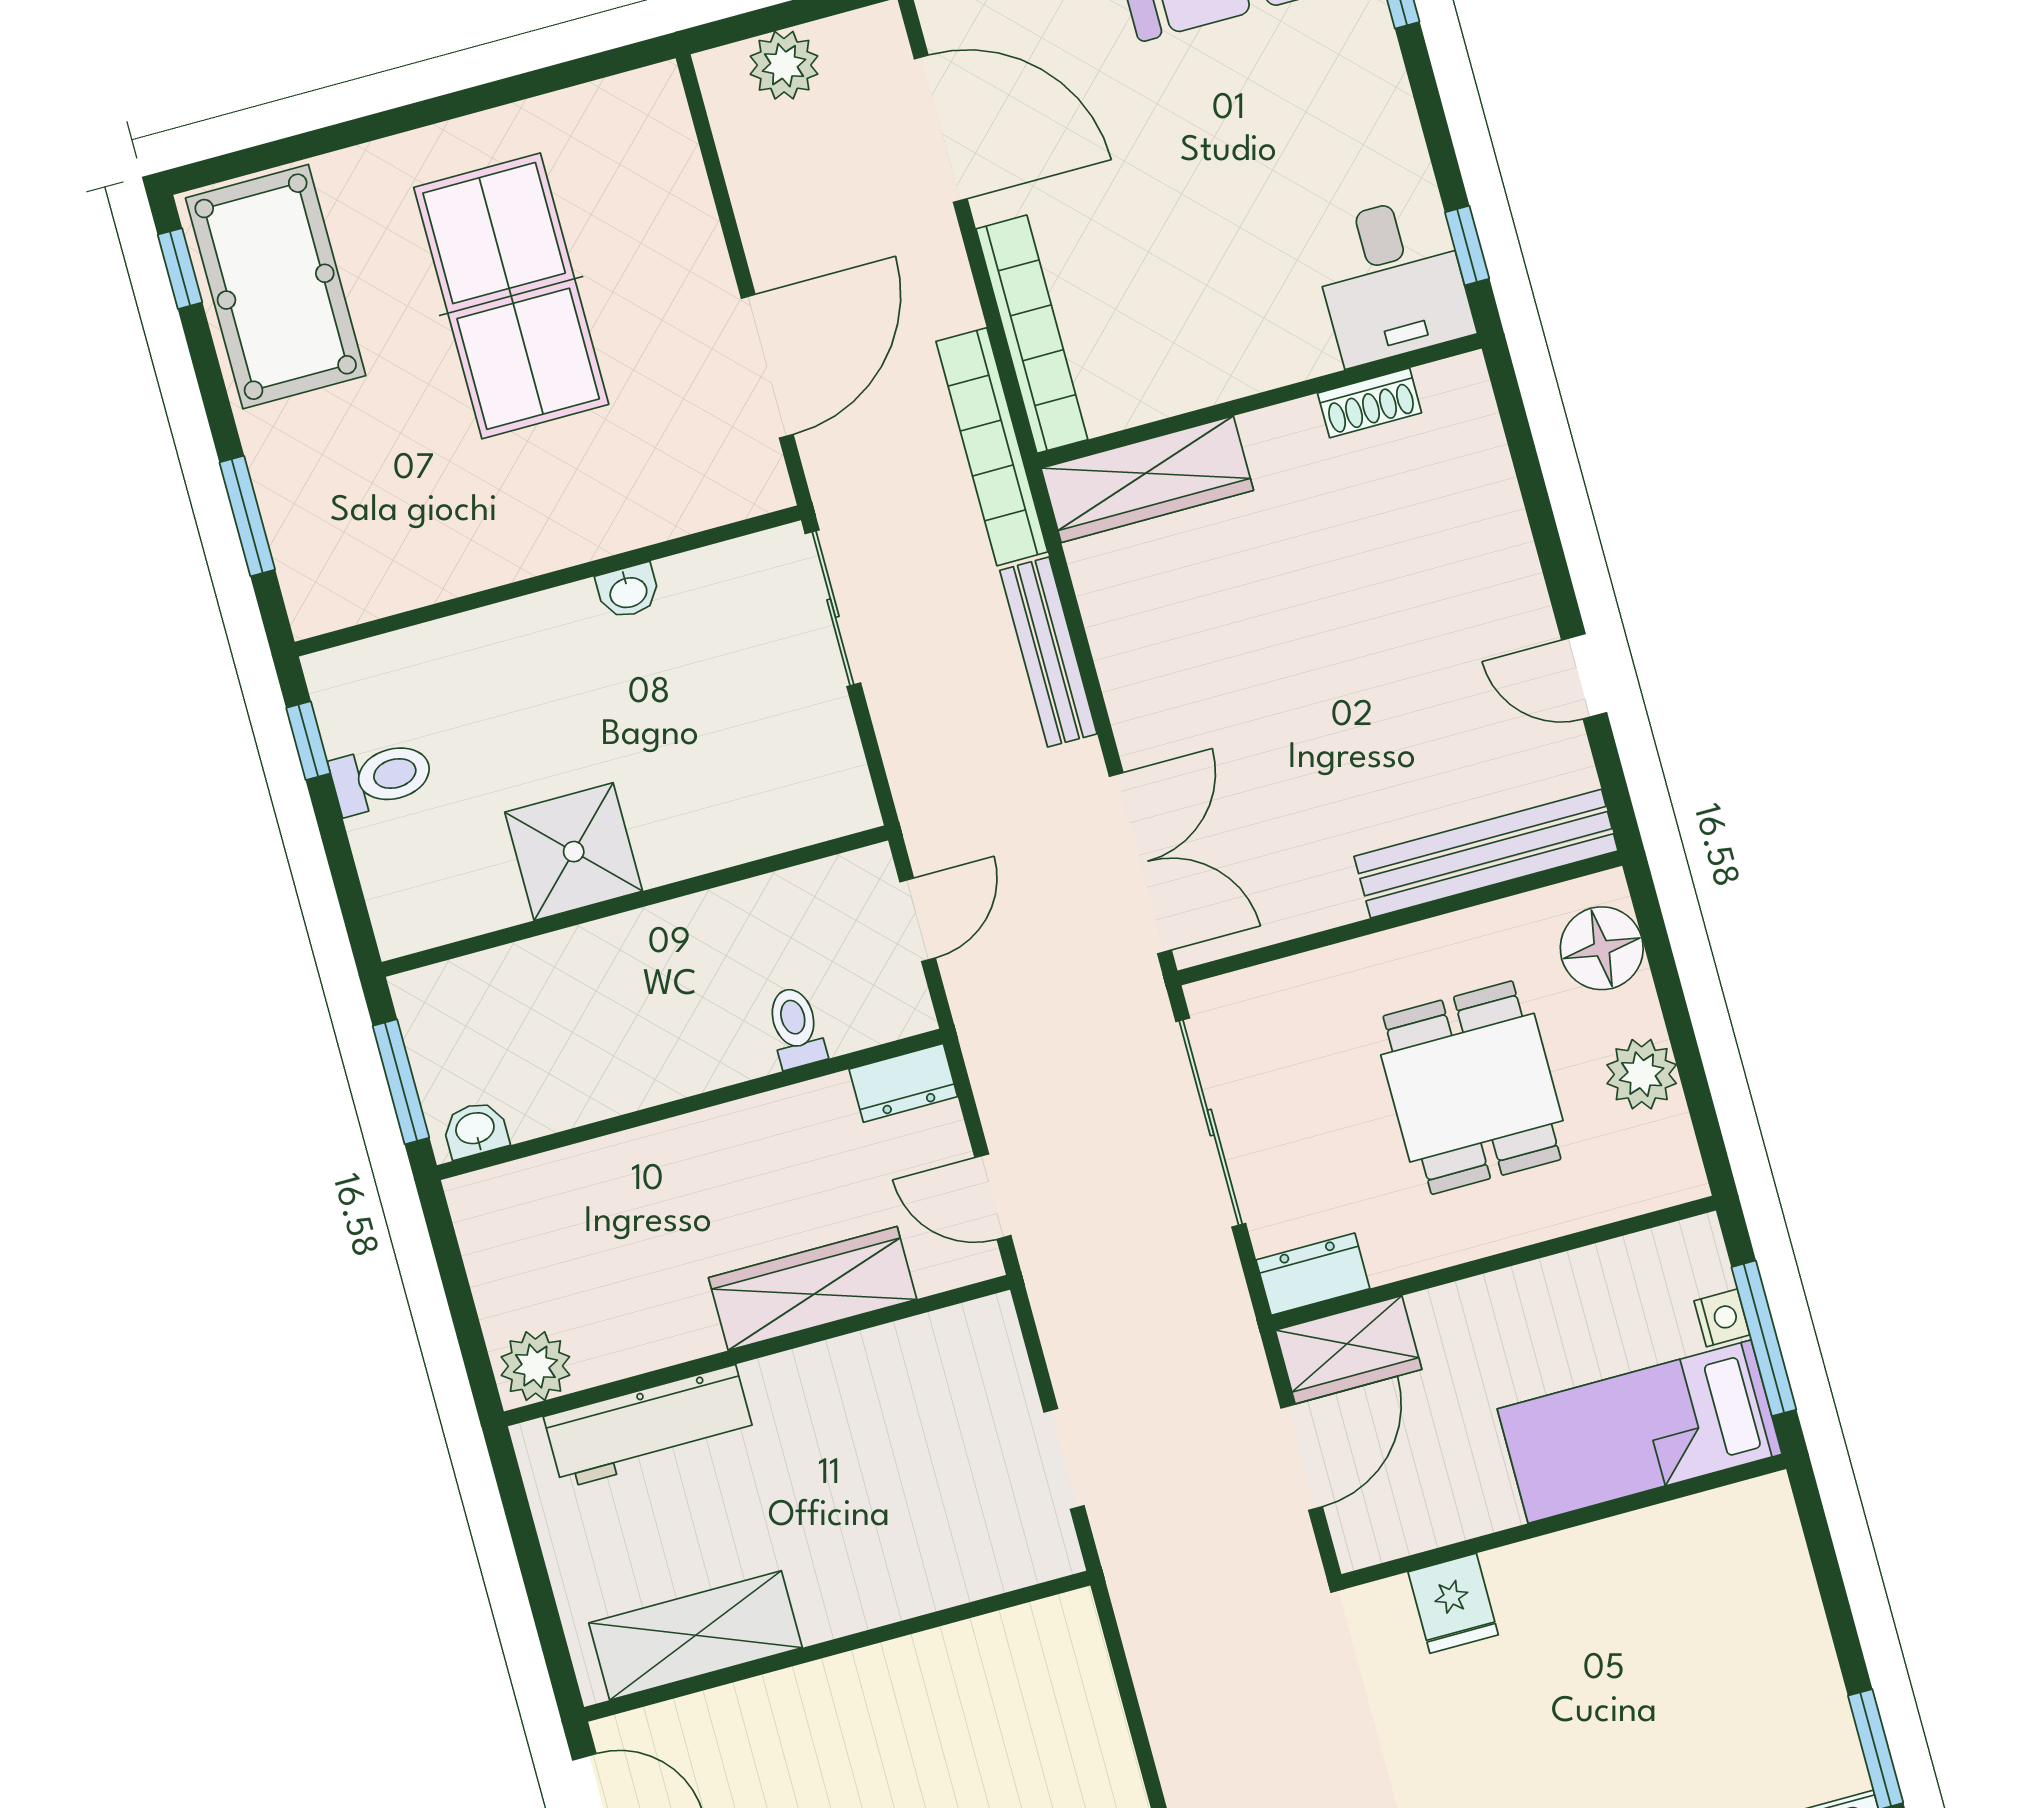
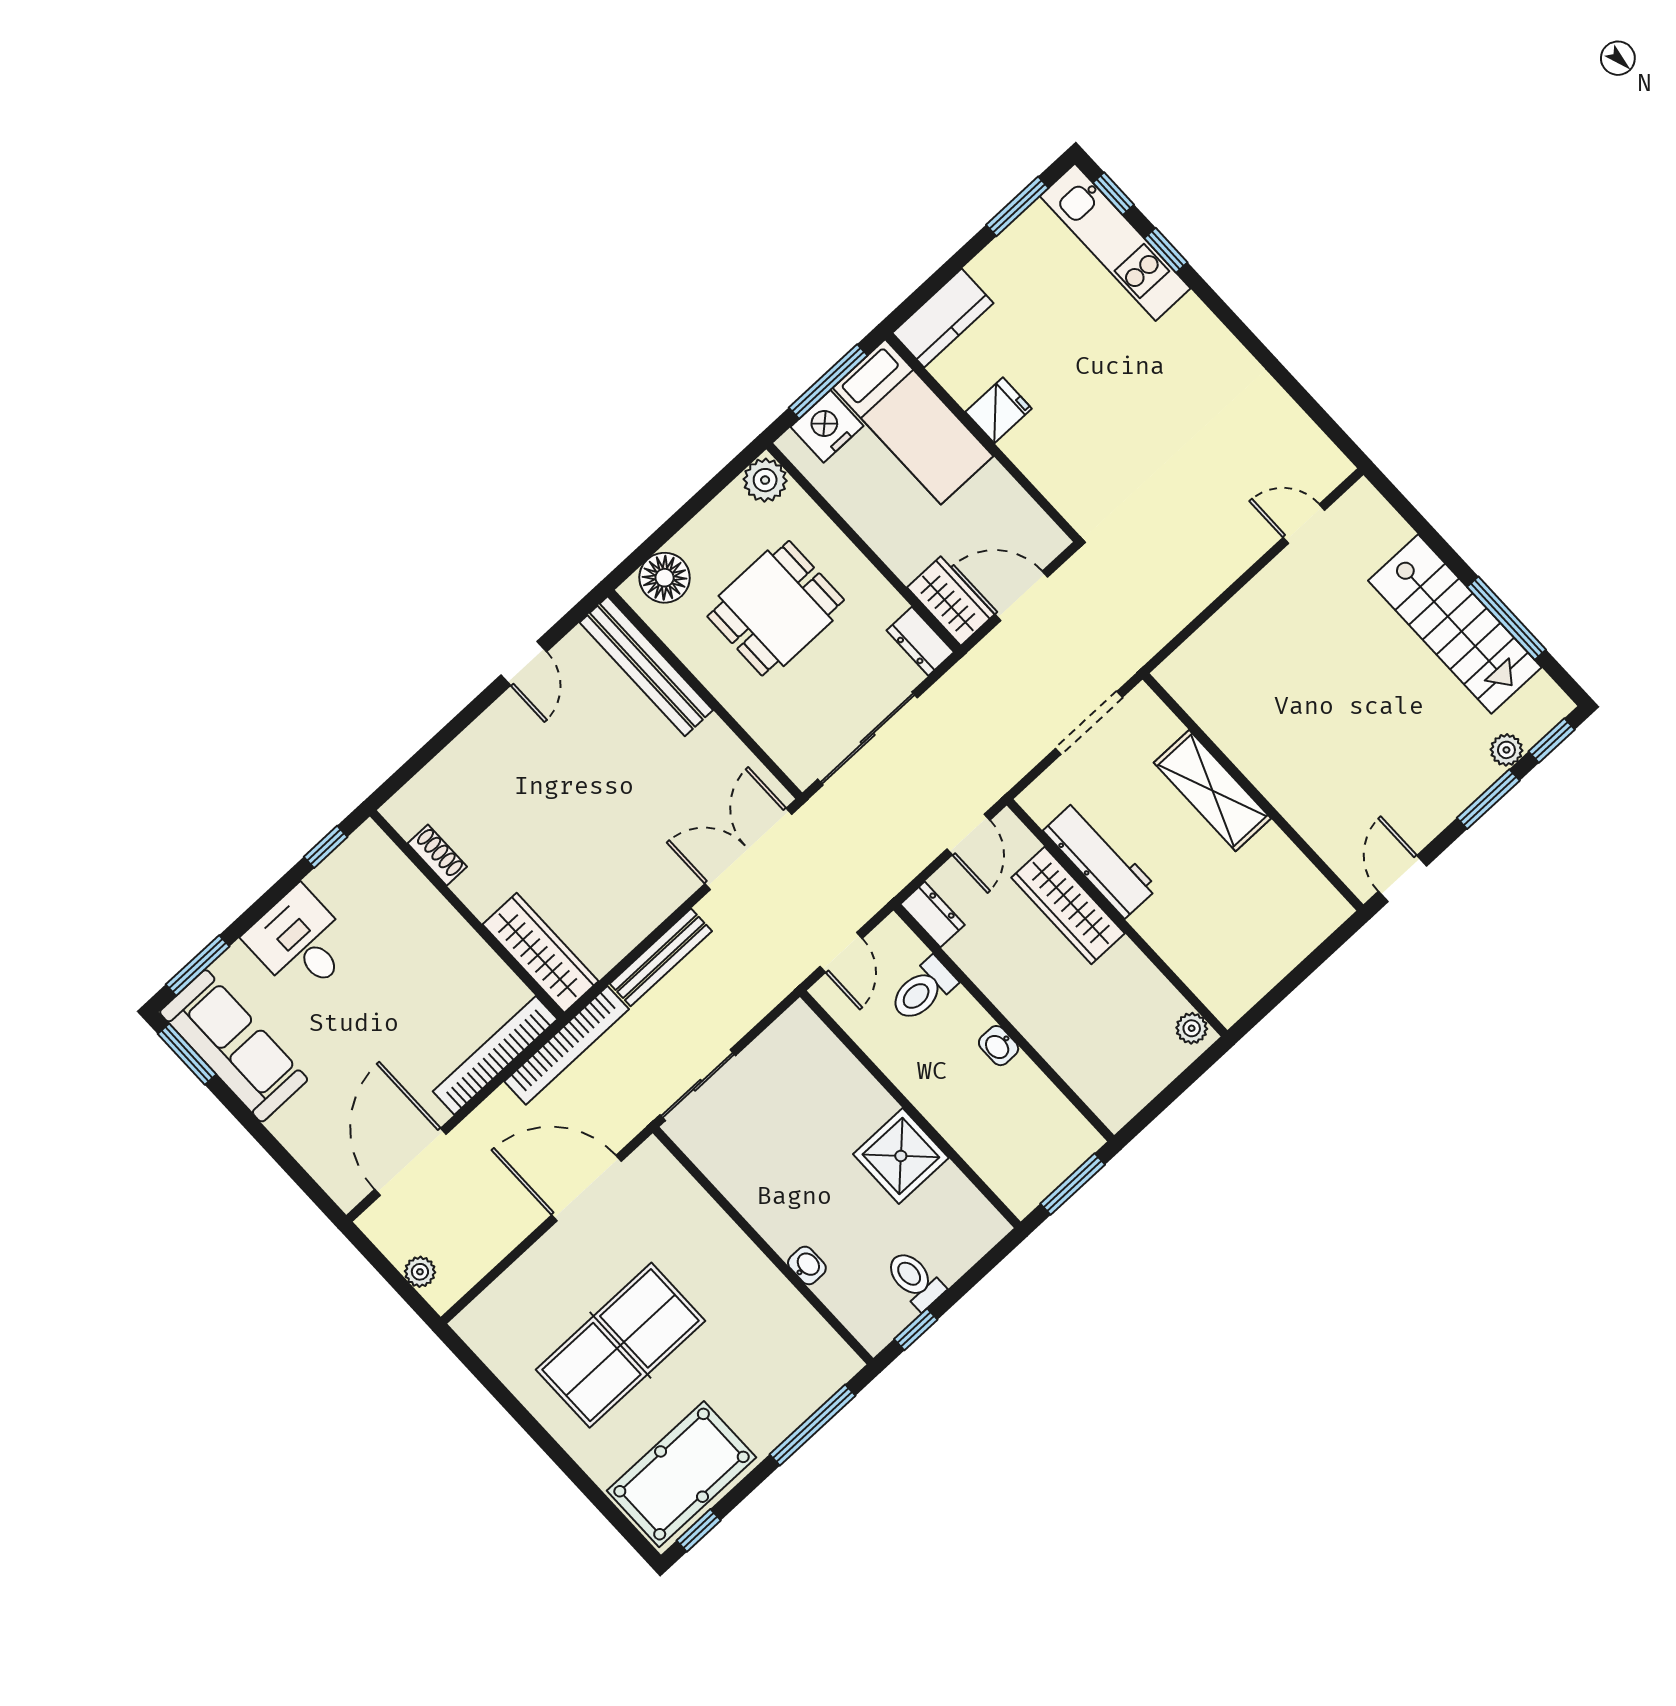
plant: (784, 65) -> (420, 1272), width x0.73, depth x0.73
desk: (1392, 280) -> (300, 942), moved, turned -90
window: (247, 516) -> (812, 1425), width x1.44
washbasin: (628, 591) -> (807, 1265), moved
door: (918, 920) -> (841, 952), swing flipped
toilet: (796, 1028) -> (923, 990), width x1.37, depth x1.39
plant: (1642, 1074) -> (765, 480), moved
washbasin: (475, 1130) -> (999, 1046), moved
nightstand: (1722, 1318) -> (827, 426), width x1.89, depth x1.79
plant: (535, 1366) -> (1192, 1028), width x0.73, depth x0.73
workbench: (649, 1427) -> (1100, 859), moved
doorway: (1064, 1459) -> (1089, 723), width x1.38
kitchen counter: (1769, 1555) -> (943, 318), added
fridge: (1453, 1603) -> (999, 410), moved
shelving: (696, 1635) -> (1212, 791), moved

